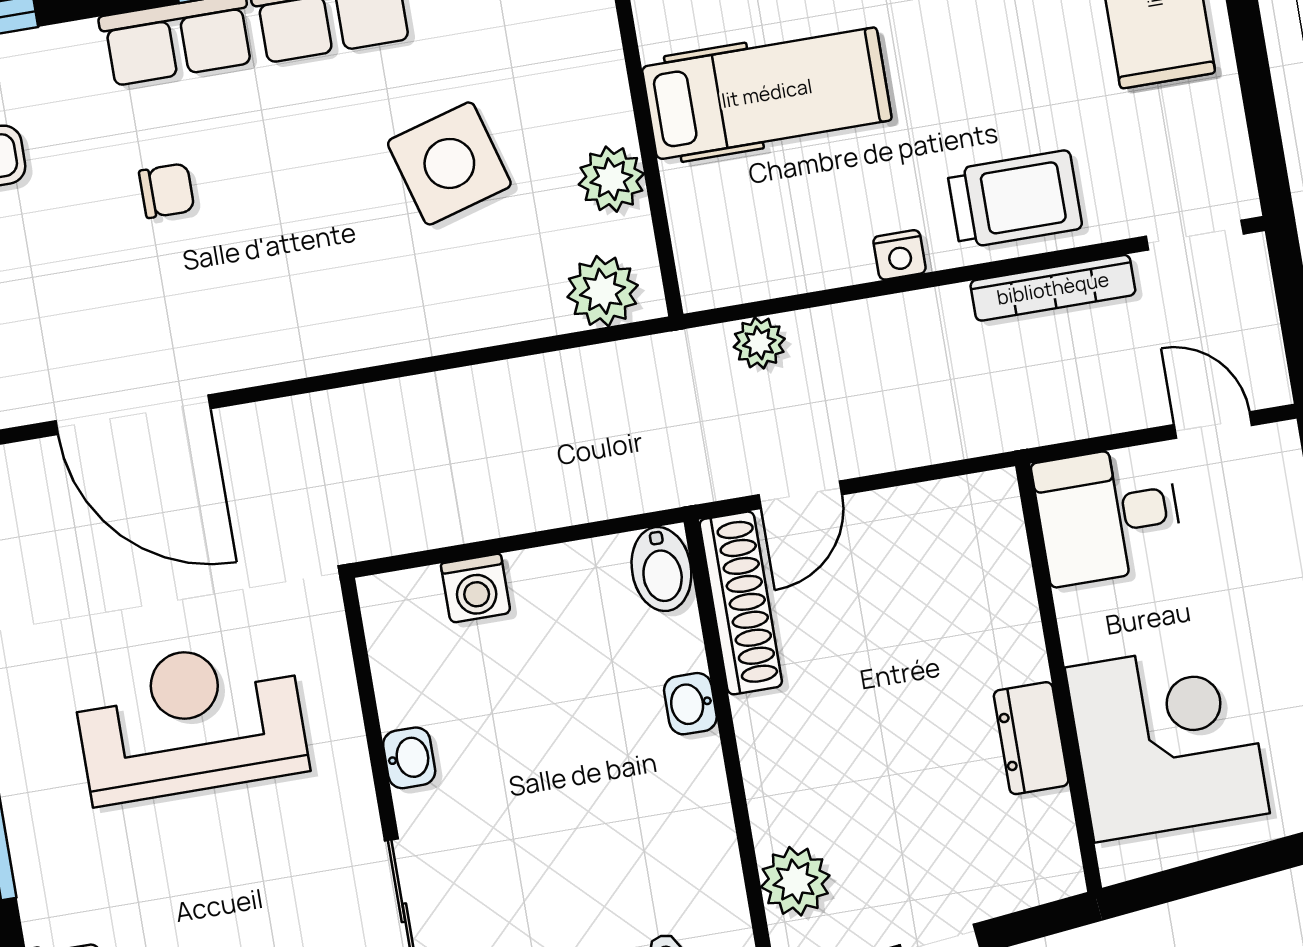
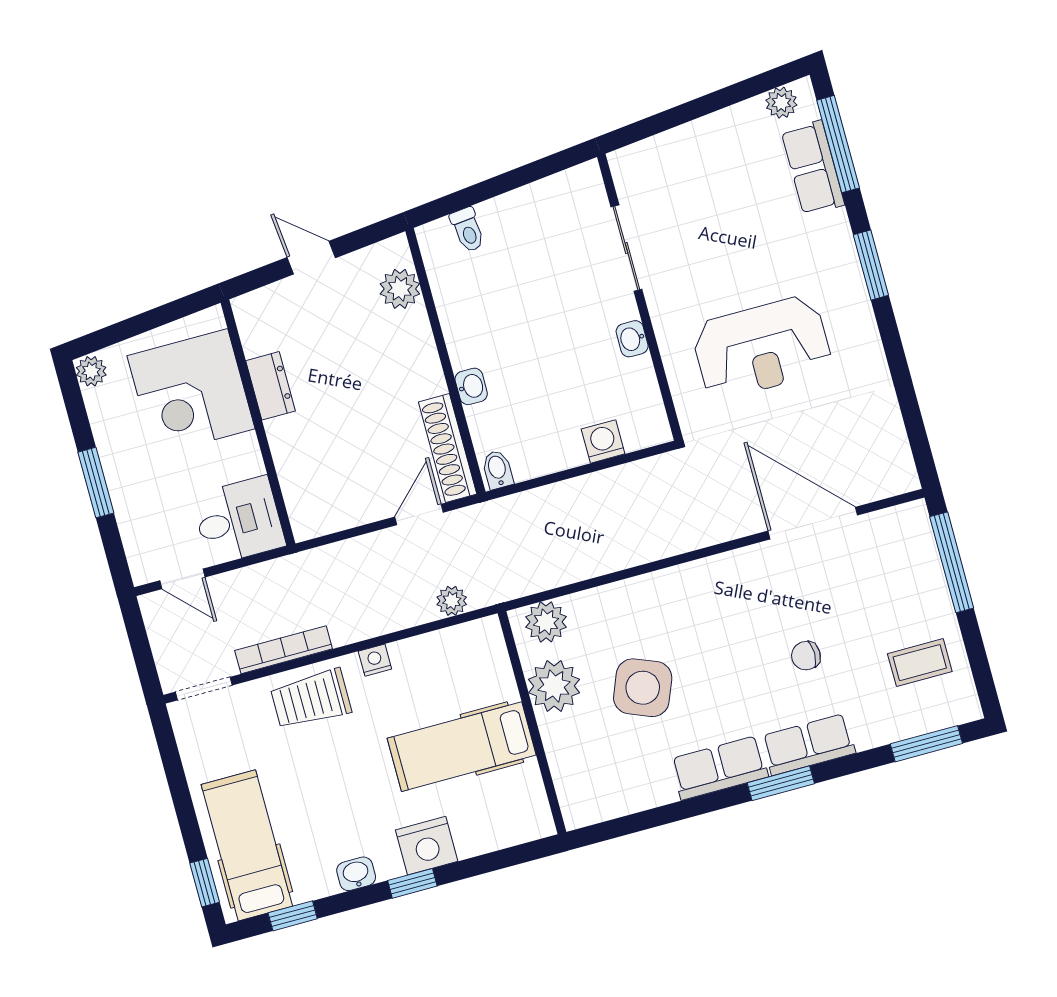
side table: (449, 163) -> (643, 688), turned 38
plant: (611, 179) -> (554, 686), width x1.36, depth x1.36
bidet: (661, 569) -> (498, 470), width x0.72, depth x0.74

